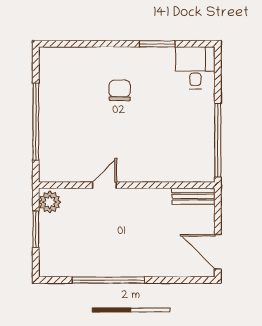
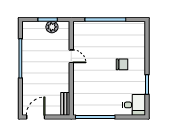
plant: (50, 202) -> (52, 27), moved

